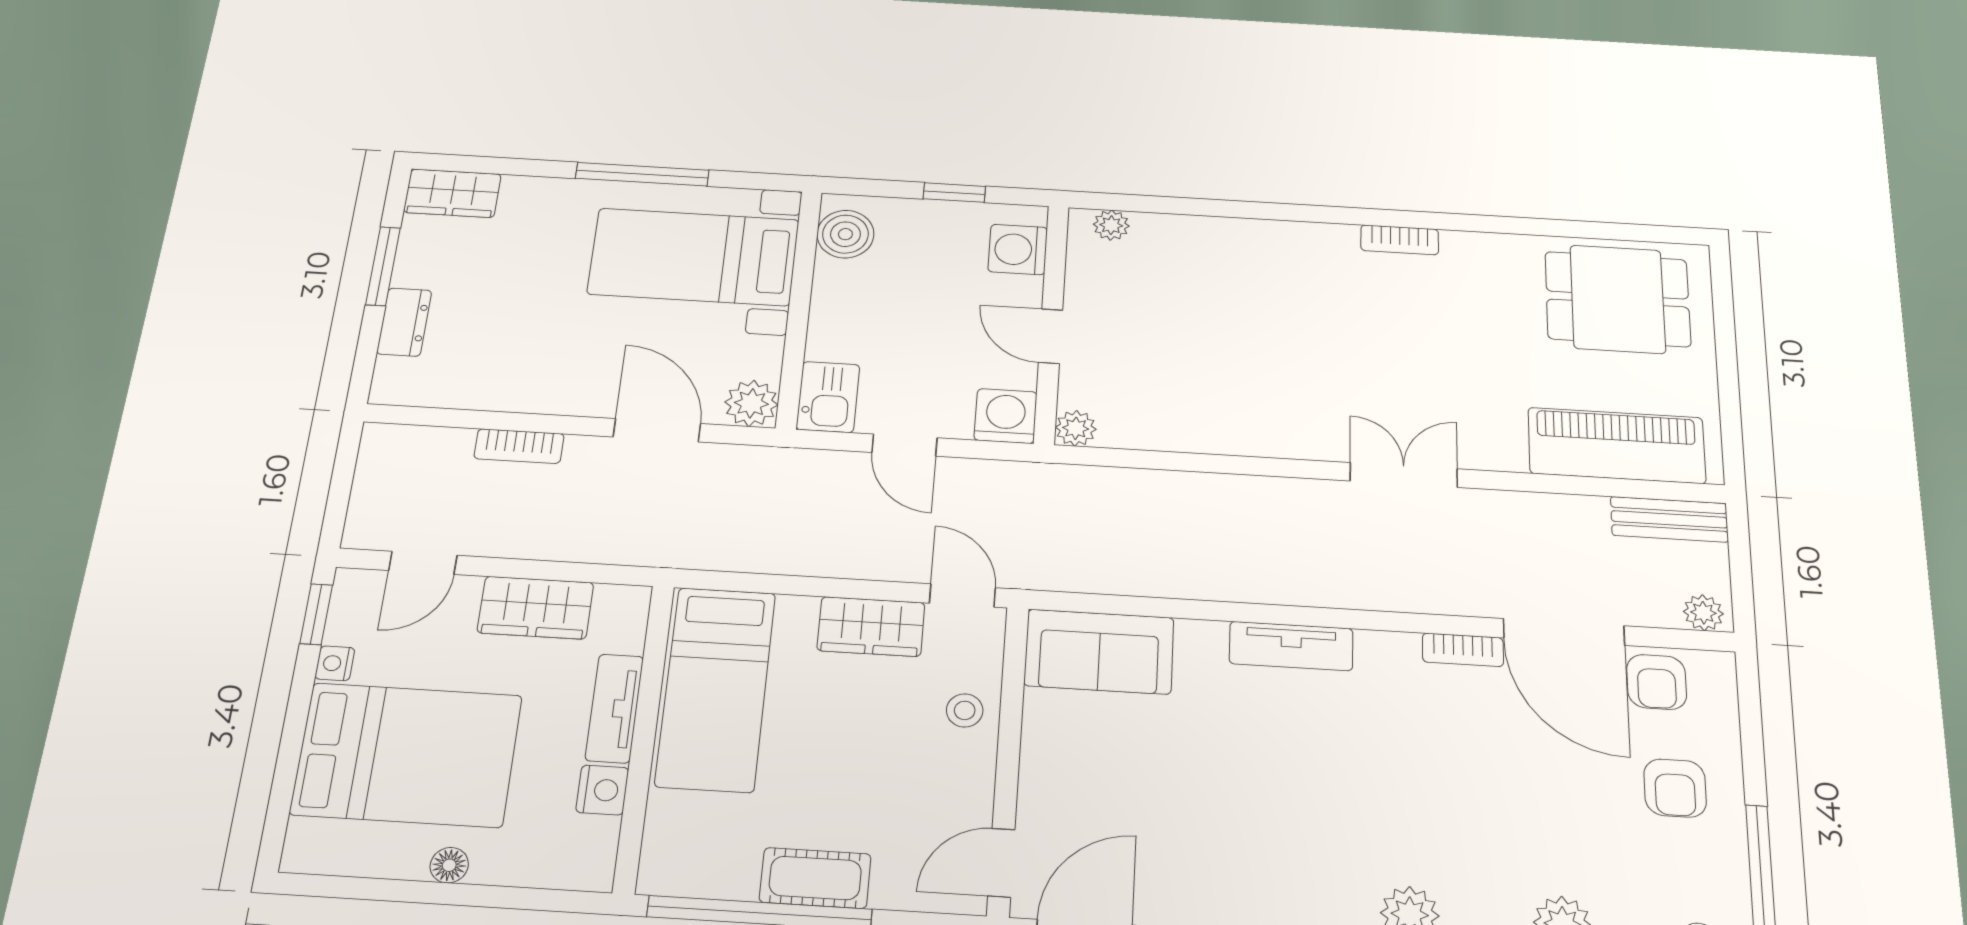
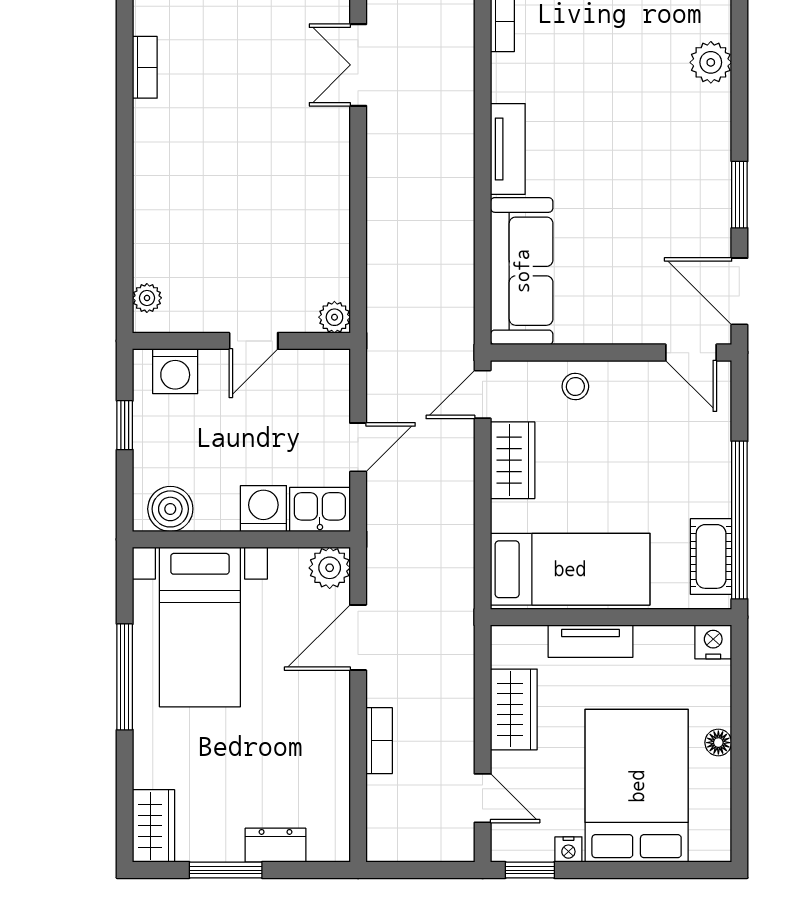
washing machine: (1006, 416) -> (263, 509), moved, turned 90
sofa: (1099, 652) -> (522, 271), width x1.36
nightstand: (602, 790) -> (713, 642), moved
cot: (815, 878) -> (711, 556), moved

